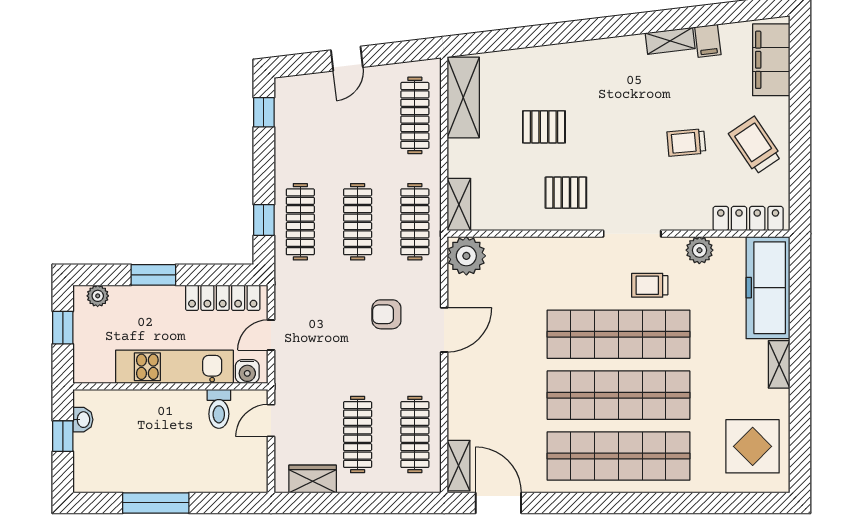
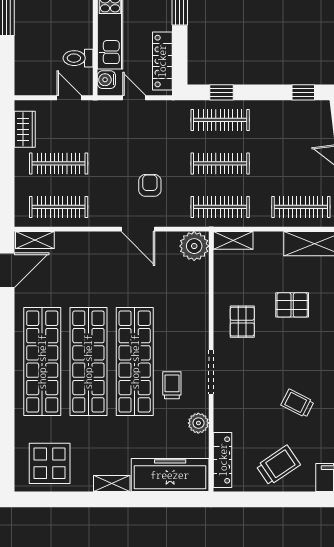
pallet: (544, 127) -> (292, 305), turned 90
trolley: (686, 143) -> (297, 403), moved, turned -58

